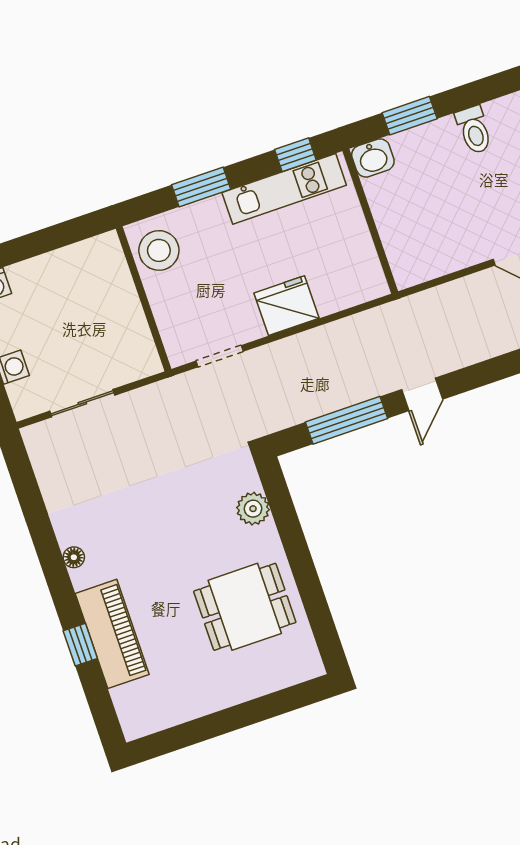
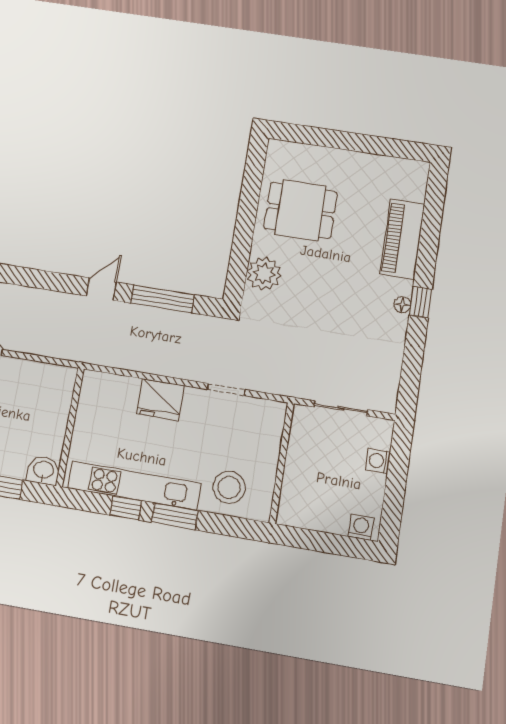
window: (295, 155) -> (126, 508), moved
kitchen unit: (284, 189) -> (134, 486), width x1.36
wall: (144, 299) -> (282, 463), moved
plant: (253, 509) -> (264, 274), width x1.36, depth x1.36
window: (80, 645) -> (421, 302), moved

